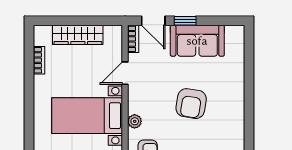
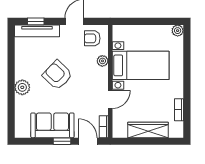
plant: (235, 88) -> (22, 87), added
armchair: (191, 104) -> (57, 75), turned -55

